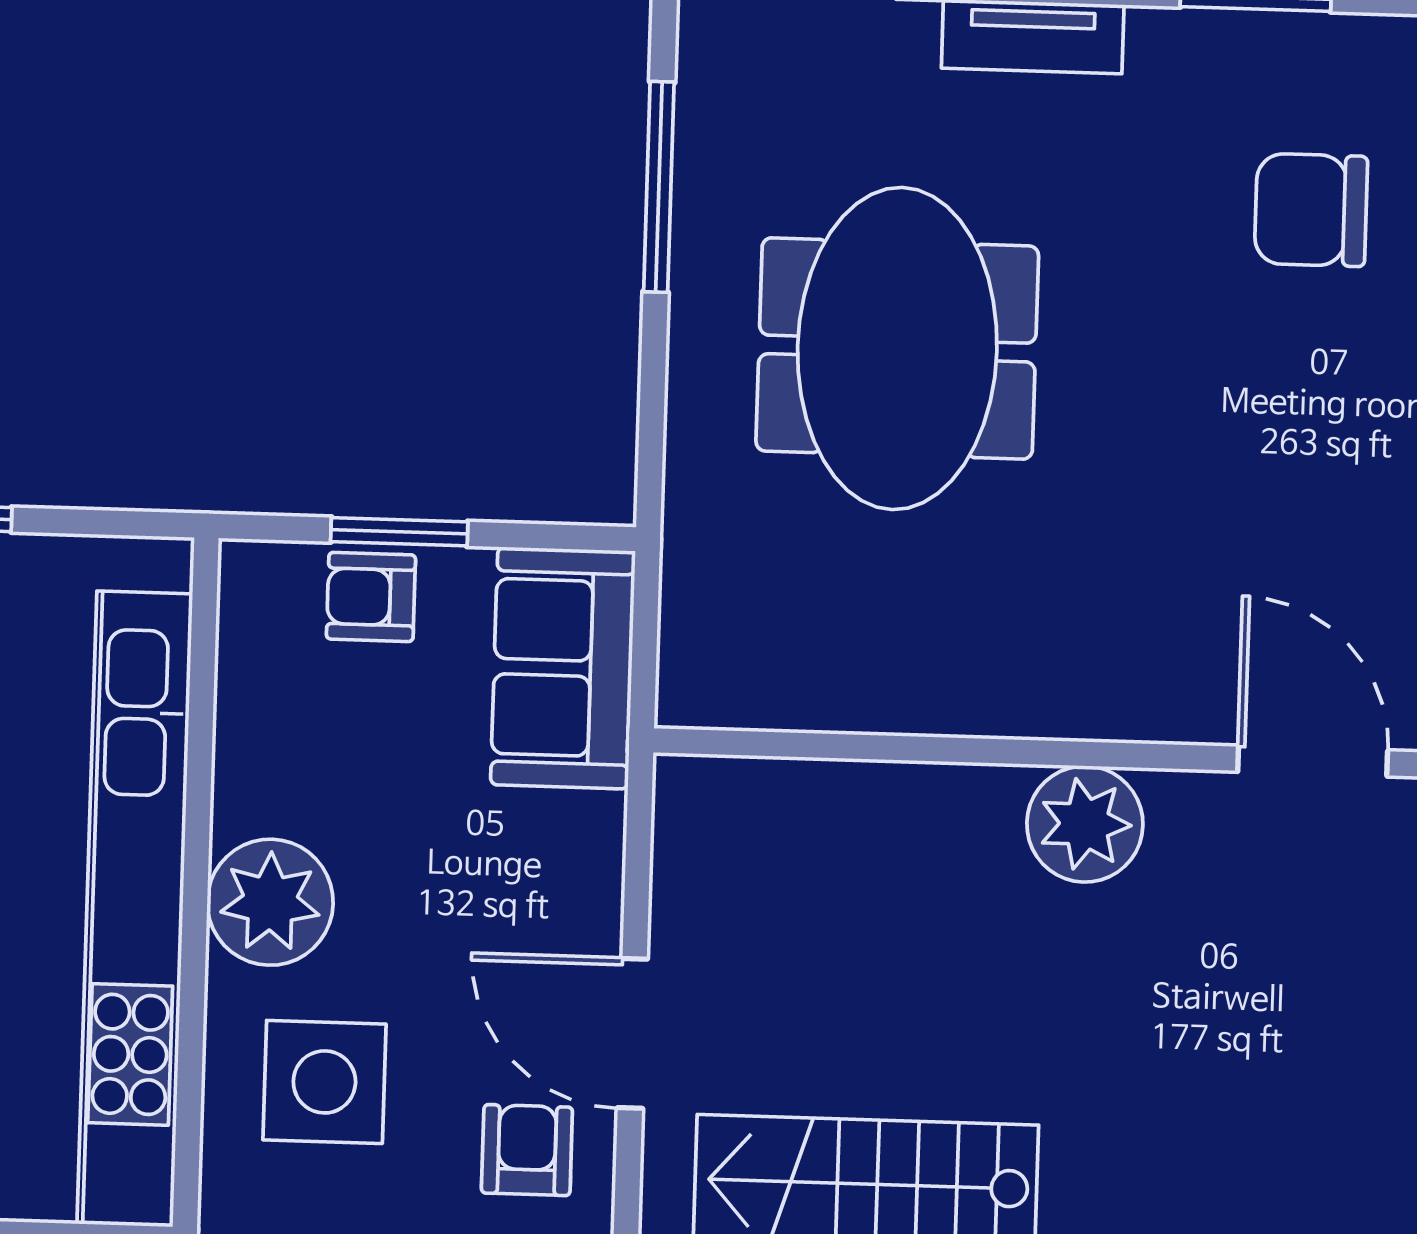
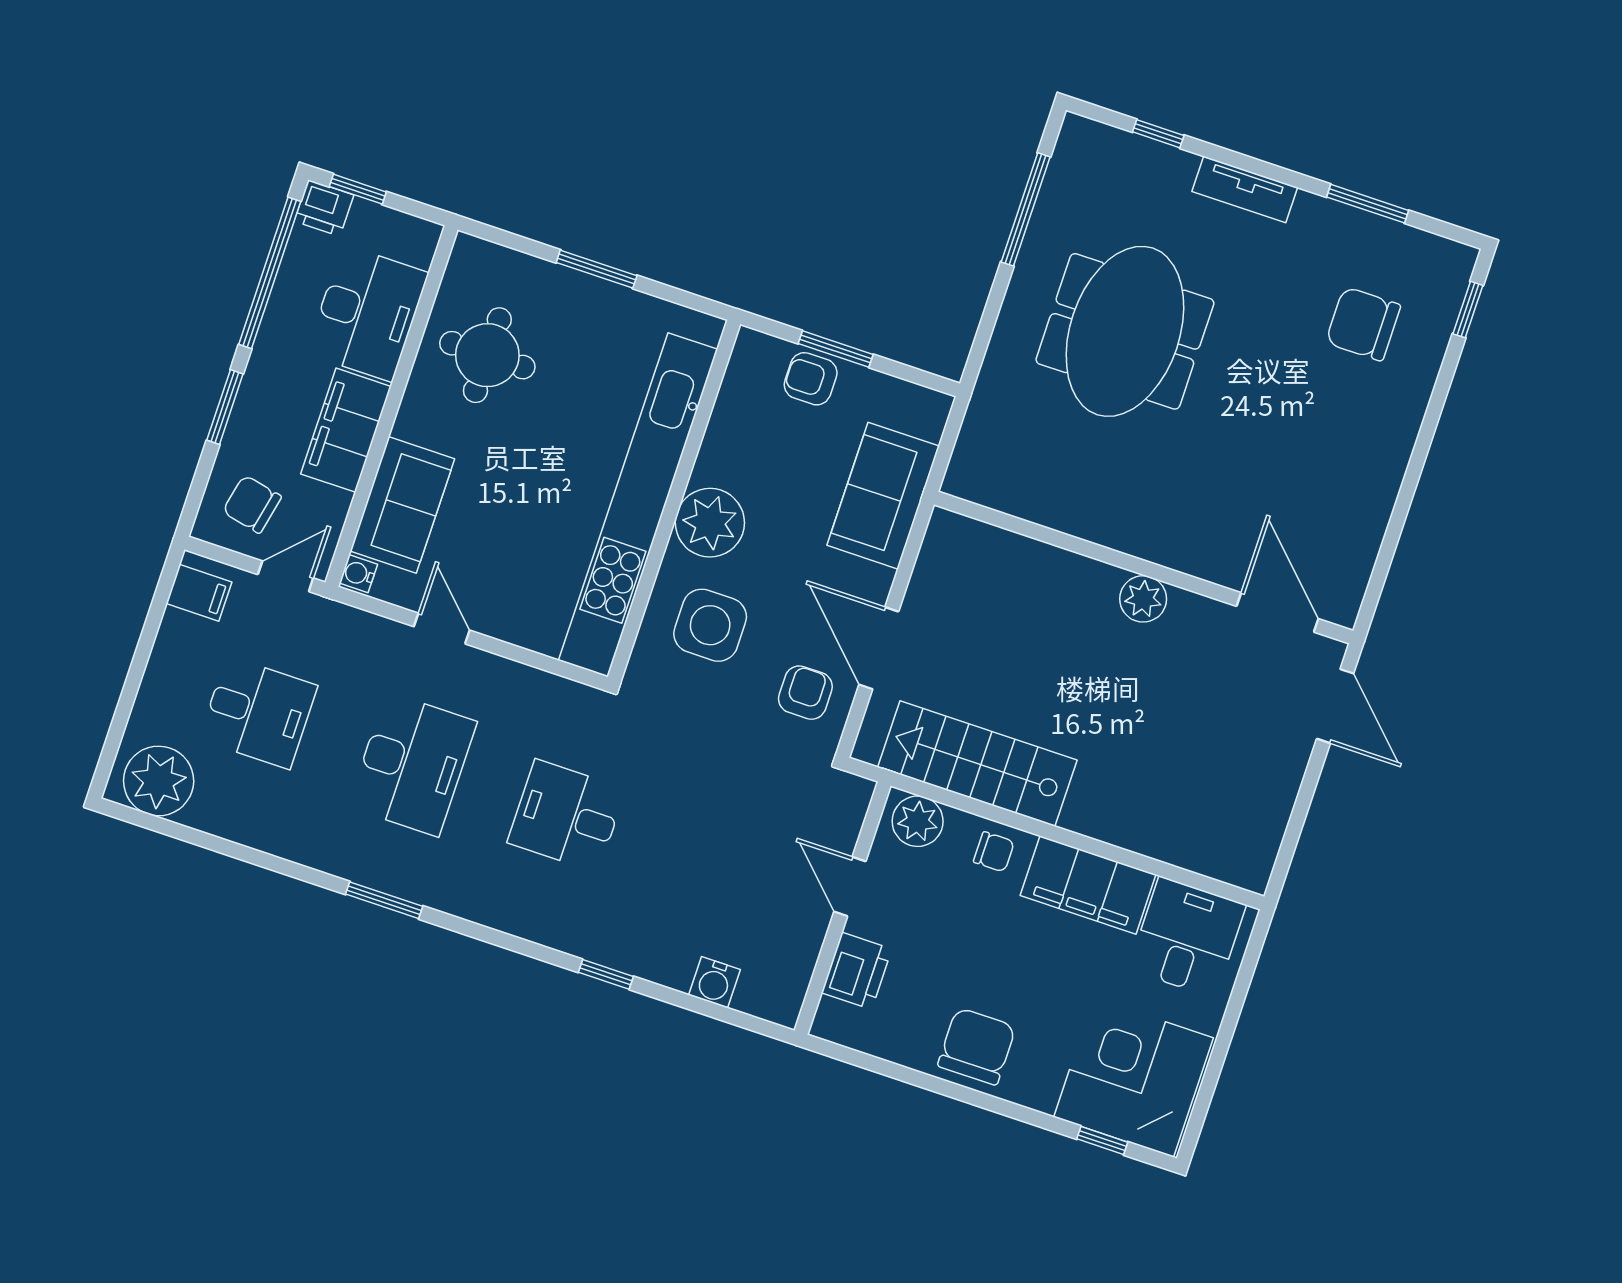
sofa: (563, 668) -> (883, 496), moved
plant: (1085, 824) -> (1143, 599), width x0.73, depth x0.73

